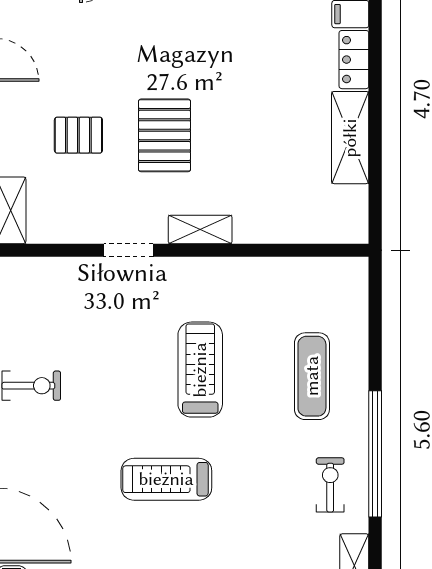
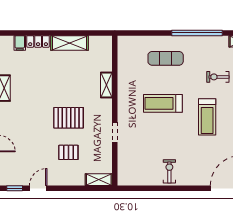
pallet: (78, 135) -> (68, 152), turned 90
shelving: (200, 229) -> (106, 85), moved
exercise bike: (330, 485) -> (218, 77), moved

